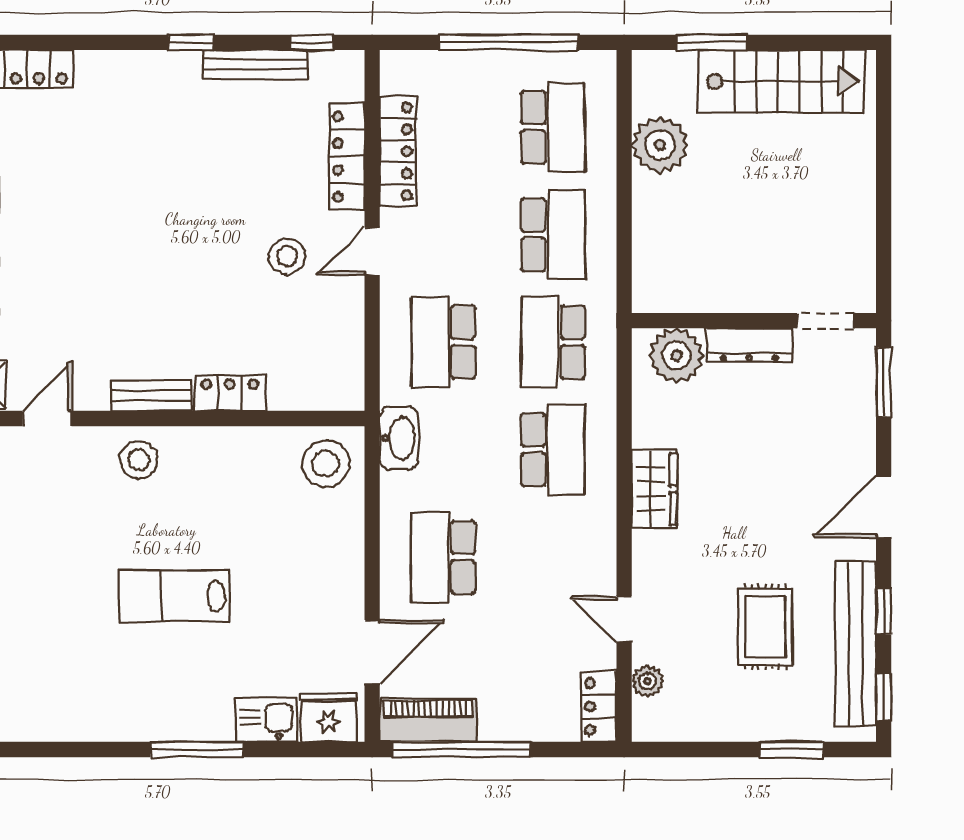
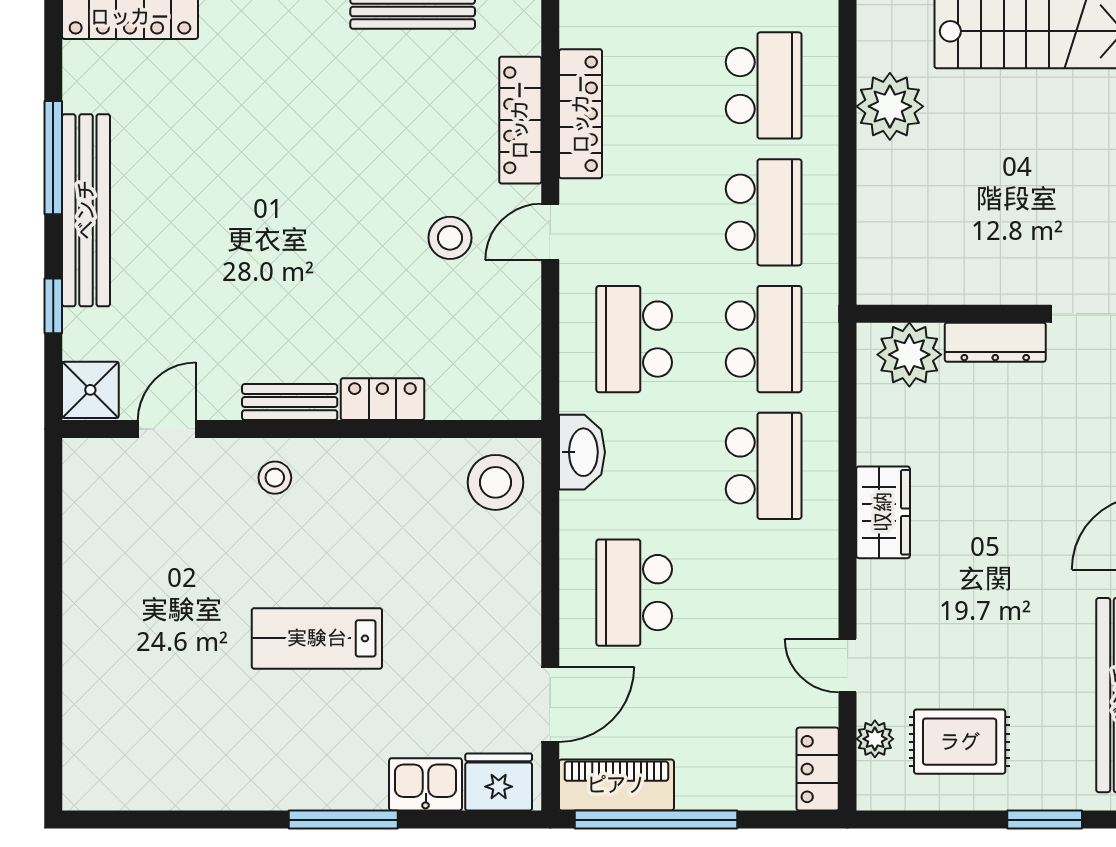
school desk: (553, 342) -> (764, 339), turned 180
stool: (139, 460) -> (275, 478), width x0.73, depth x0.73
rug: (765, 627) -> (960, 742), moved, turned 90

